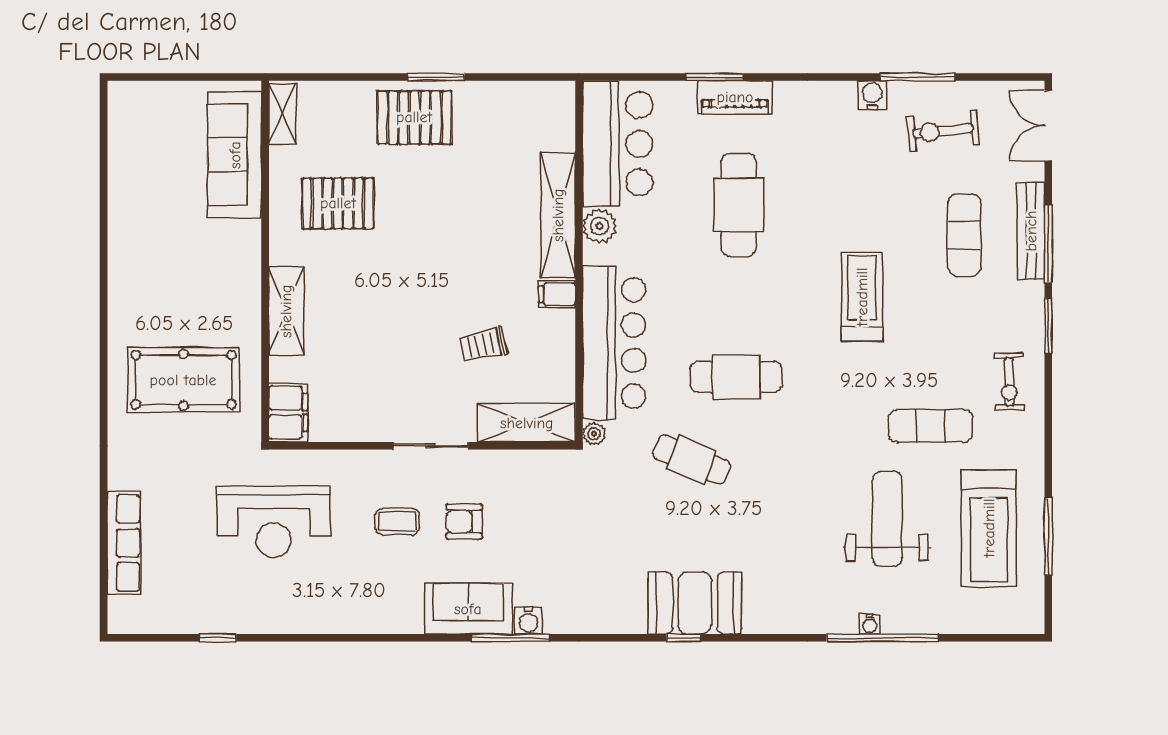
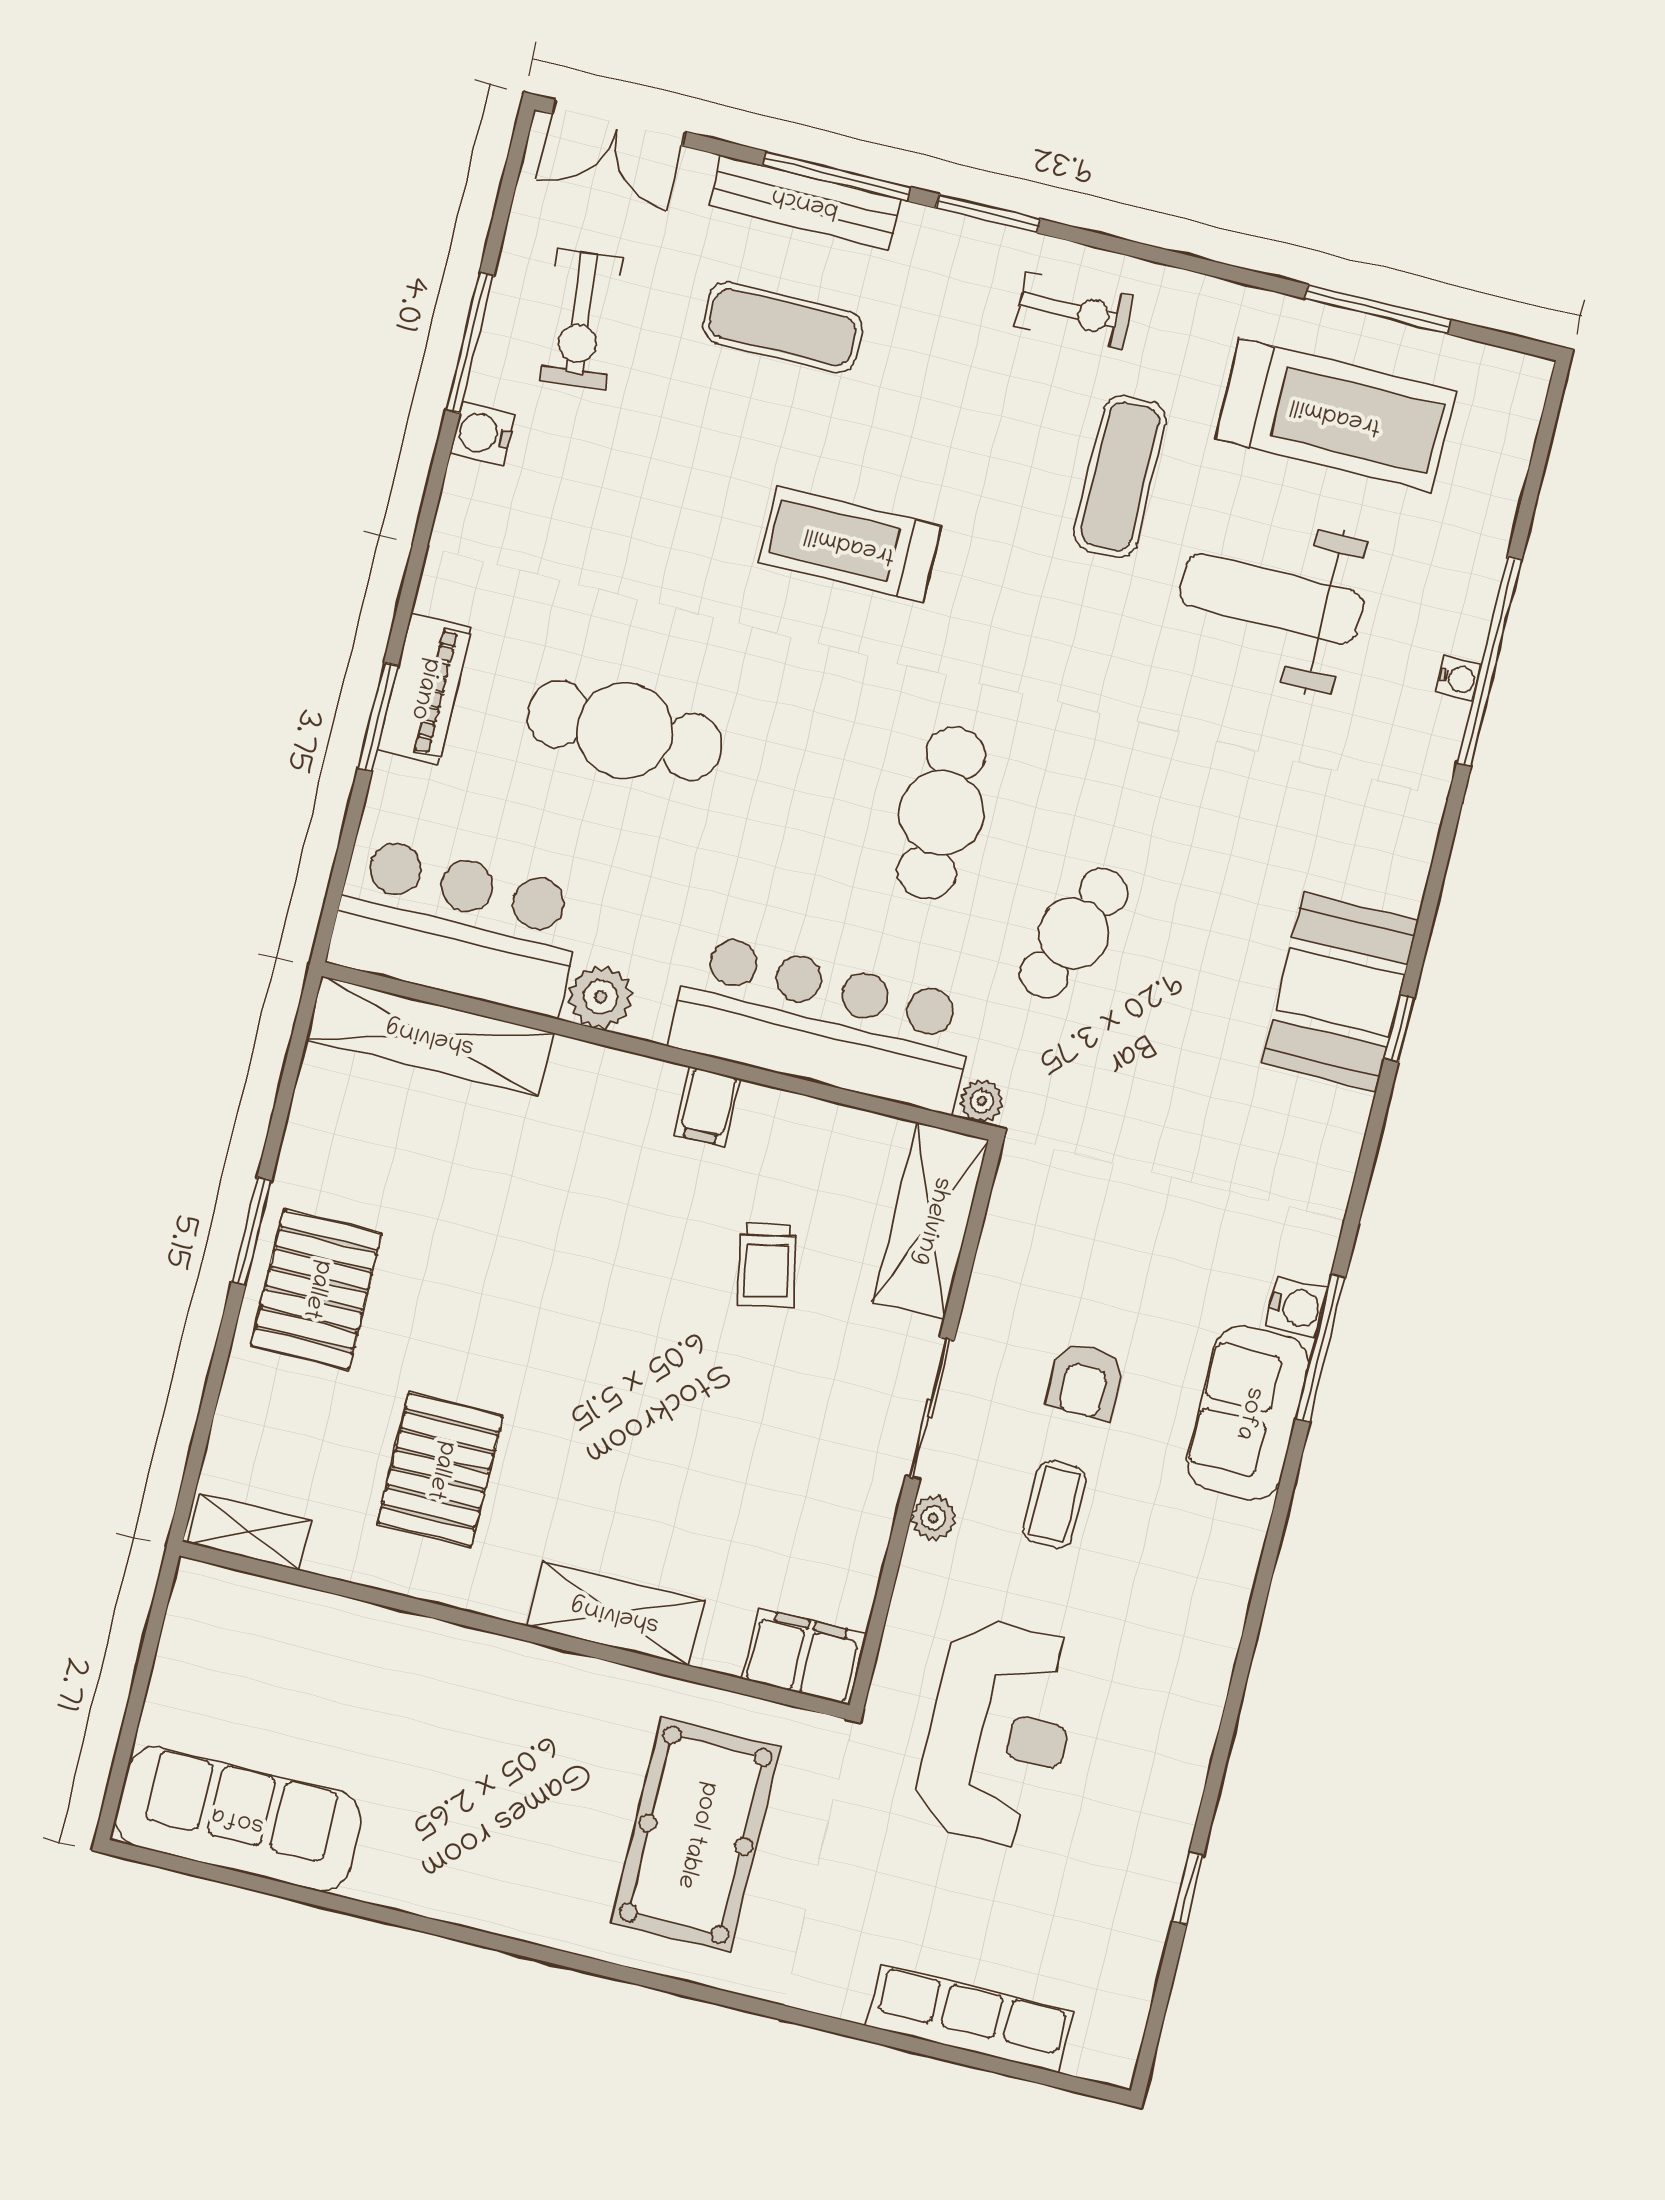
sofa: (235, 155) -> (238, 1819), moved, turned 180
shelving: (558, 215) -> (430, 1036), moved
plant: (375, 461) -> (933, 1518), added

